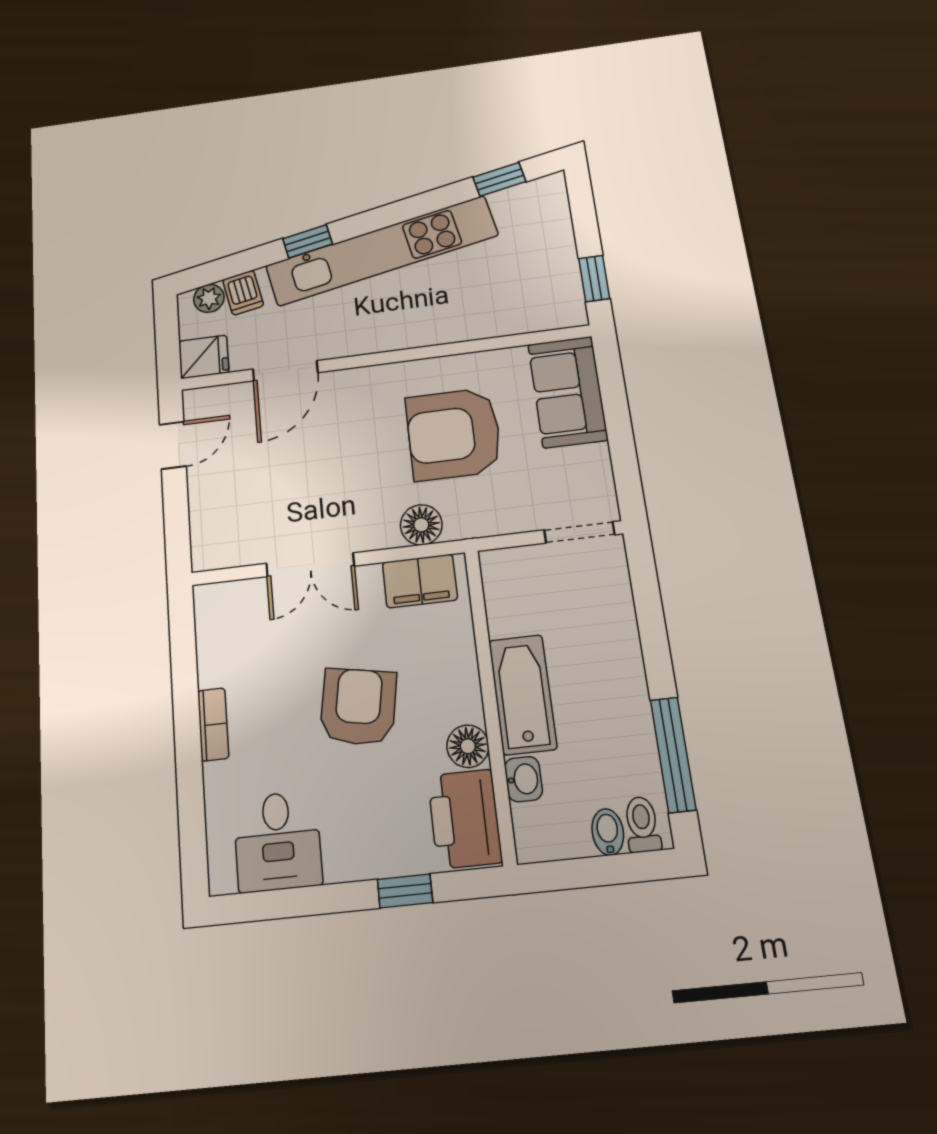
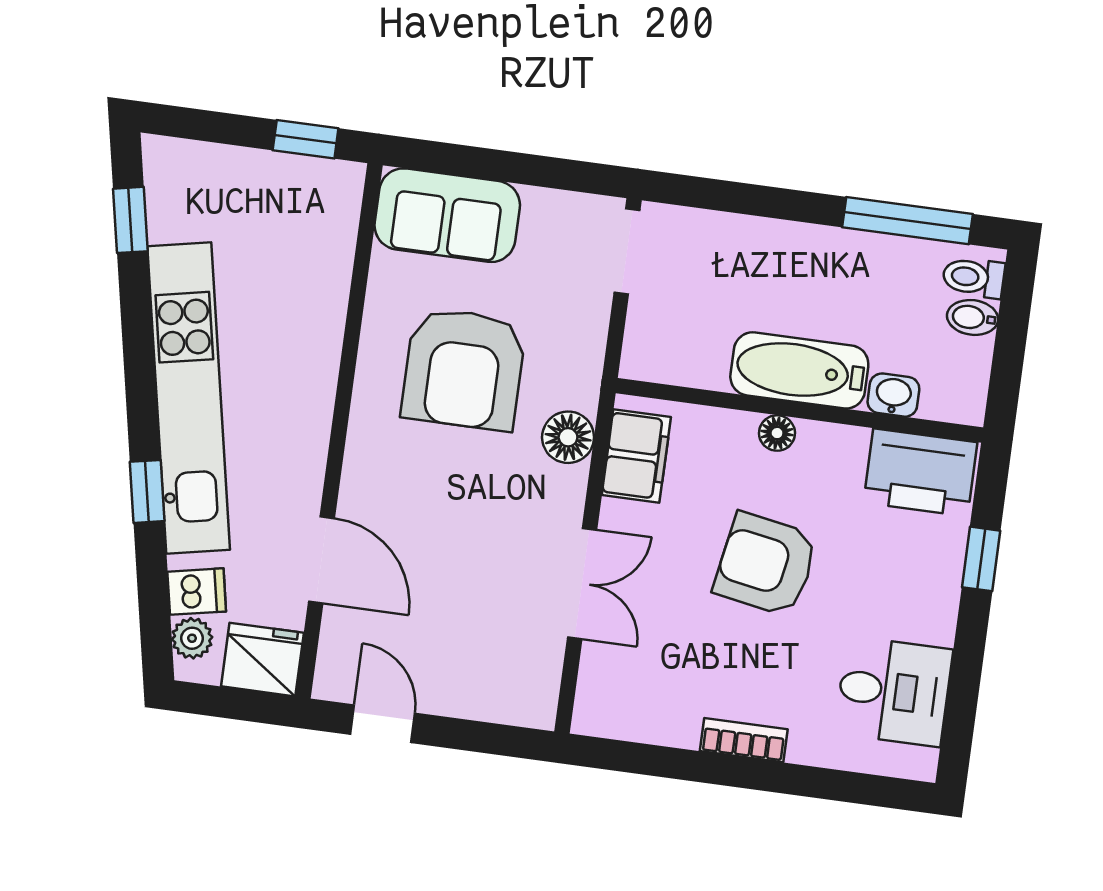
fridge: (204, 357) -> (262, 660), width x1.38
floor lamp: (468, 746) -> (777, 433), moved, width x0.73, depth x0.73

